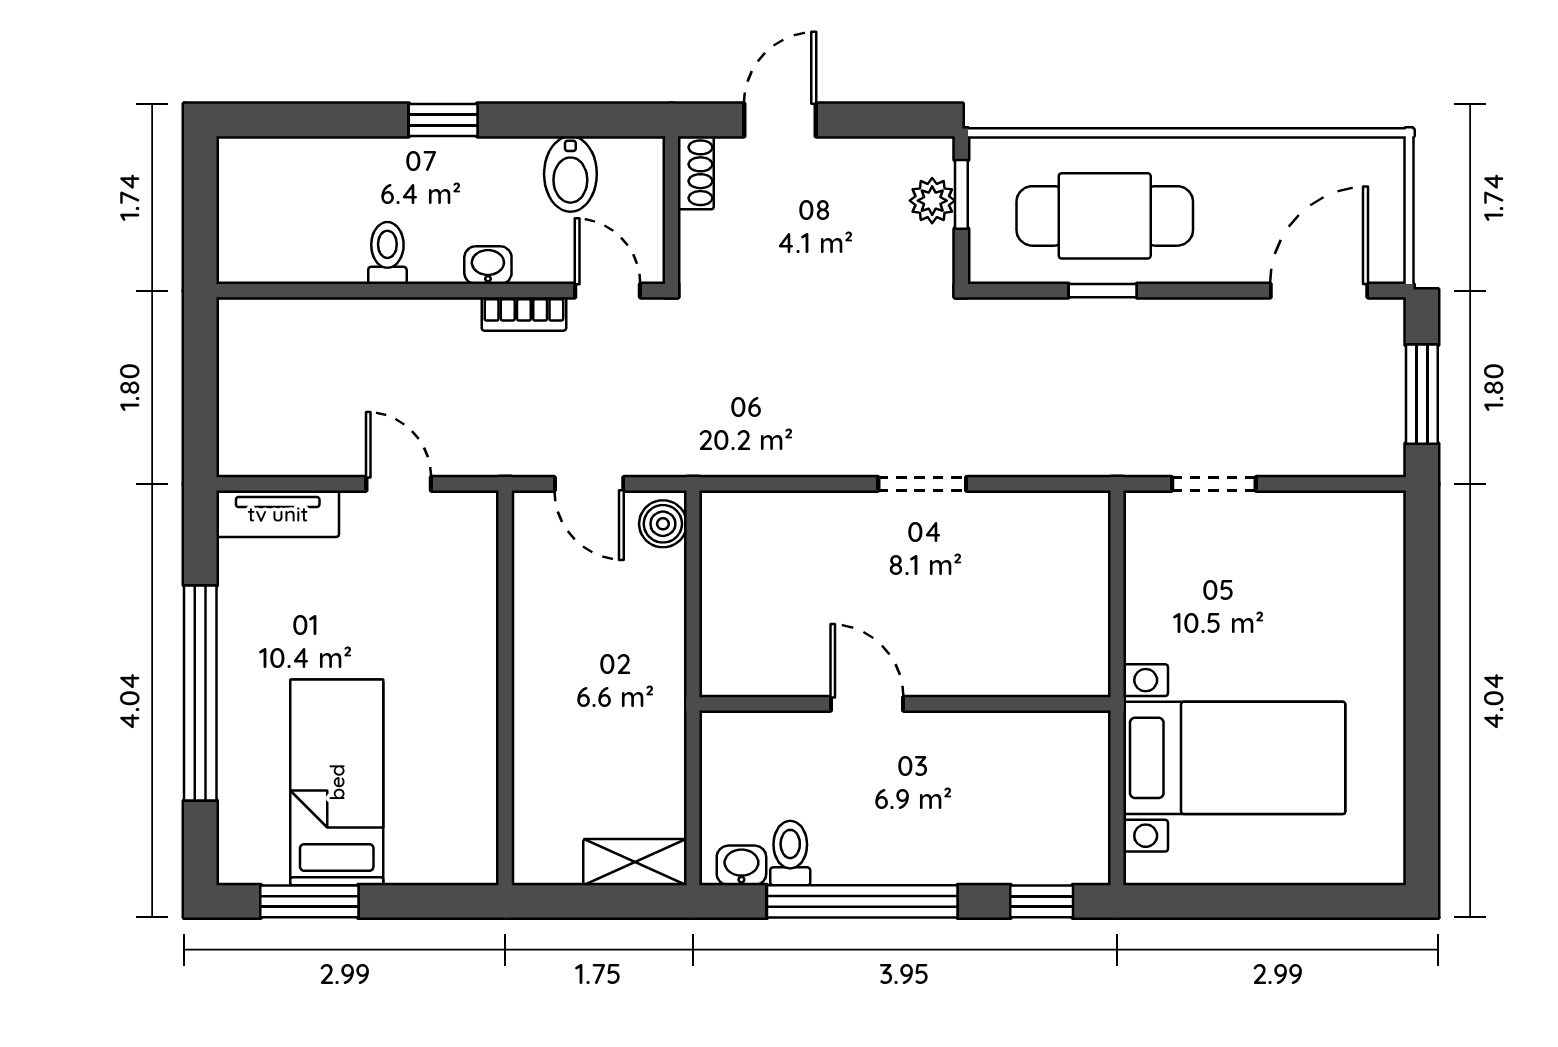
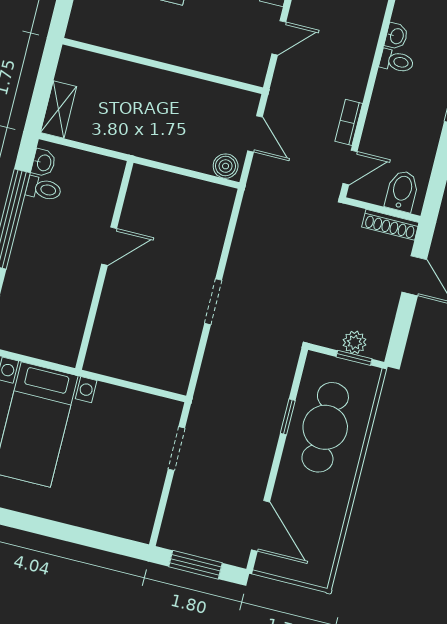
shoe rack: (696, 173) -> (390, 225), width x1.43
bidet: (570, 174) -> (402, 191), moved, turned 90
washbasin: (488, 265) -> (396, 36), moved
door: (589, 484) -> (255, 134), swing flipped

